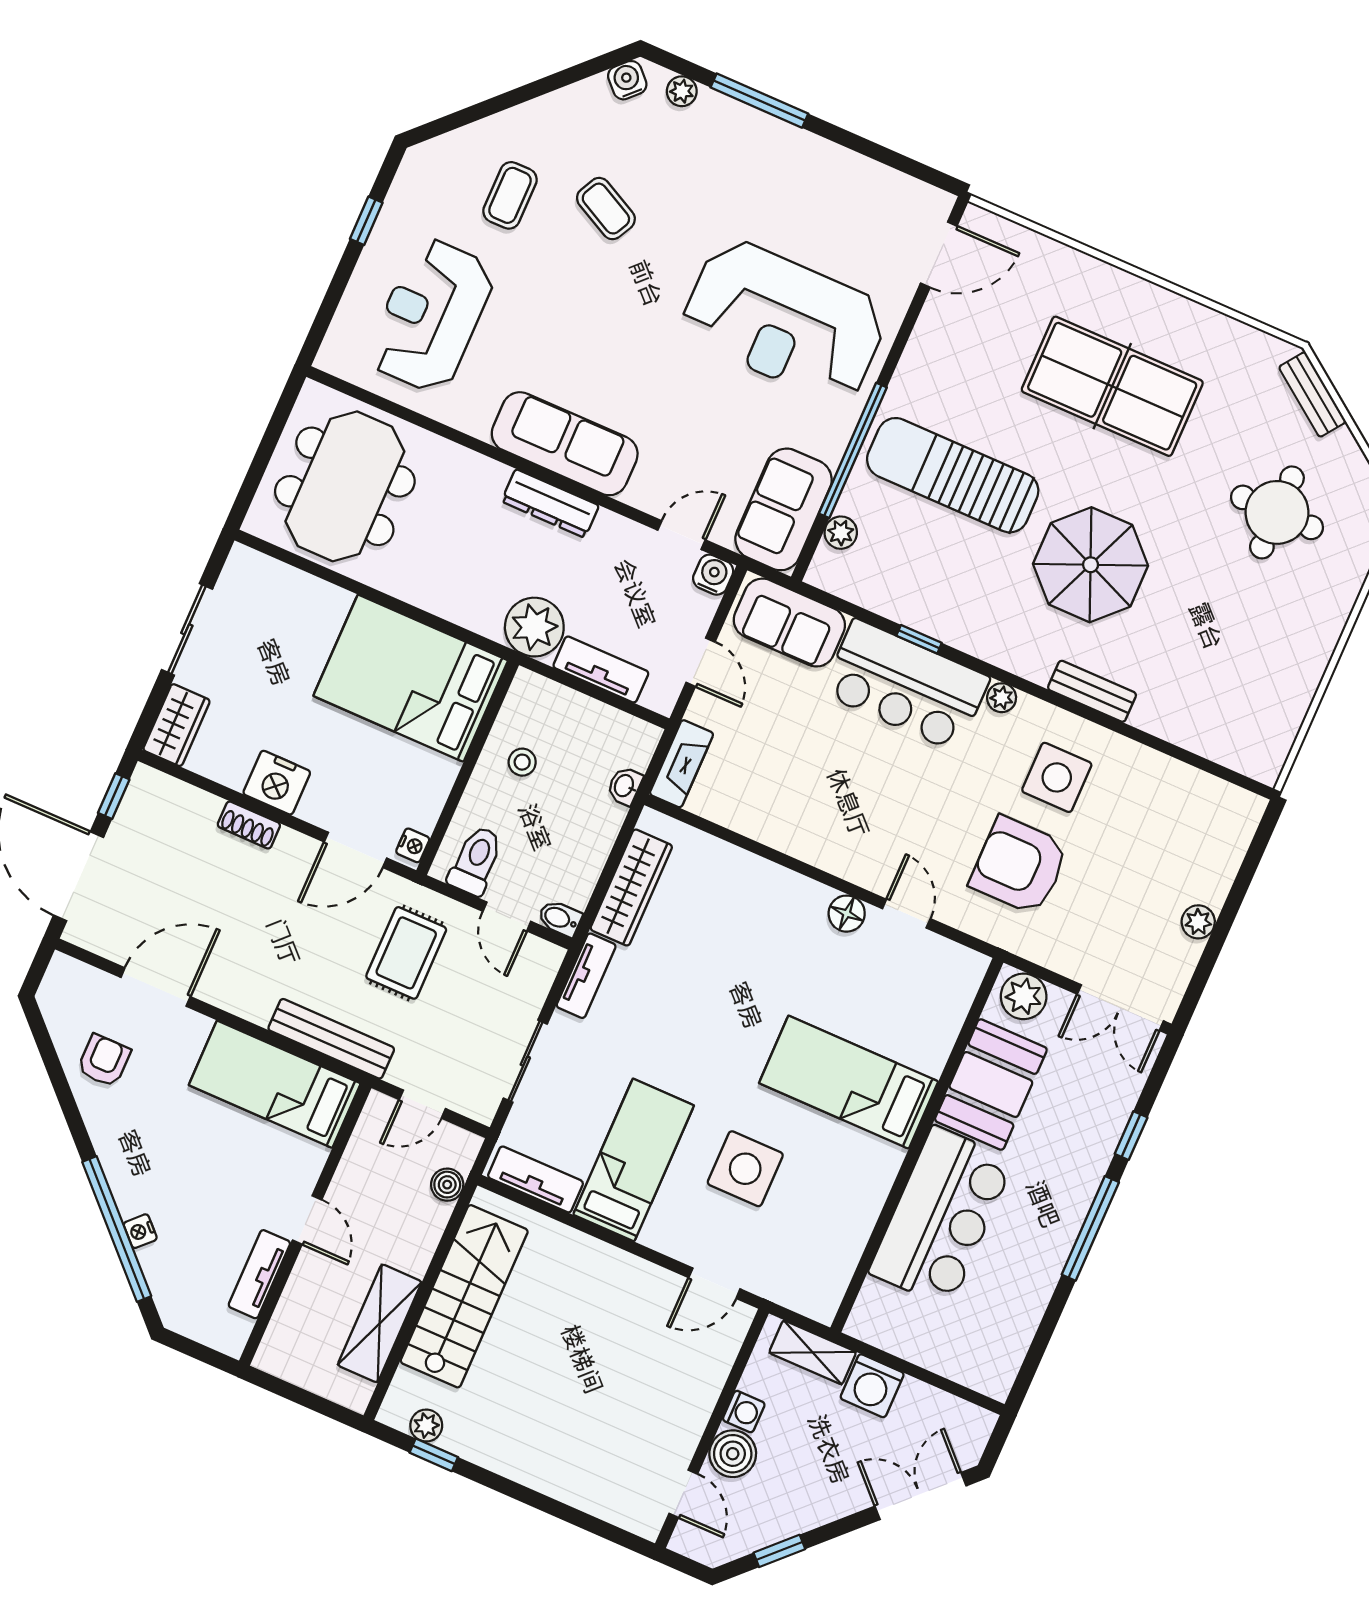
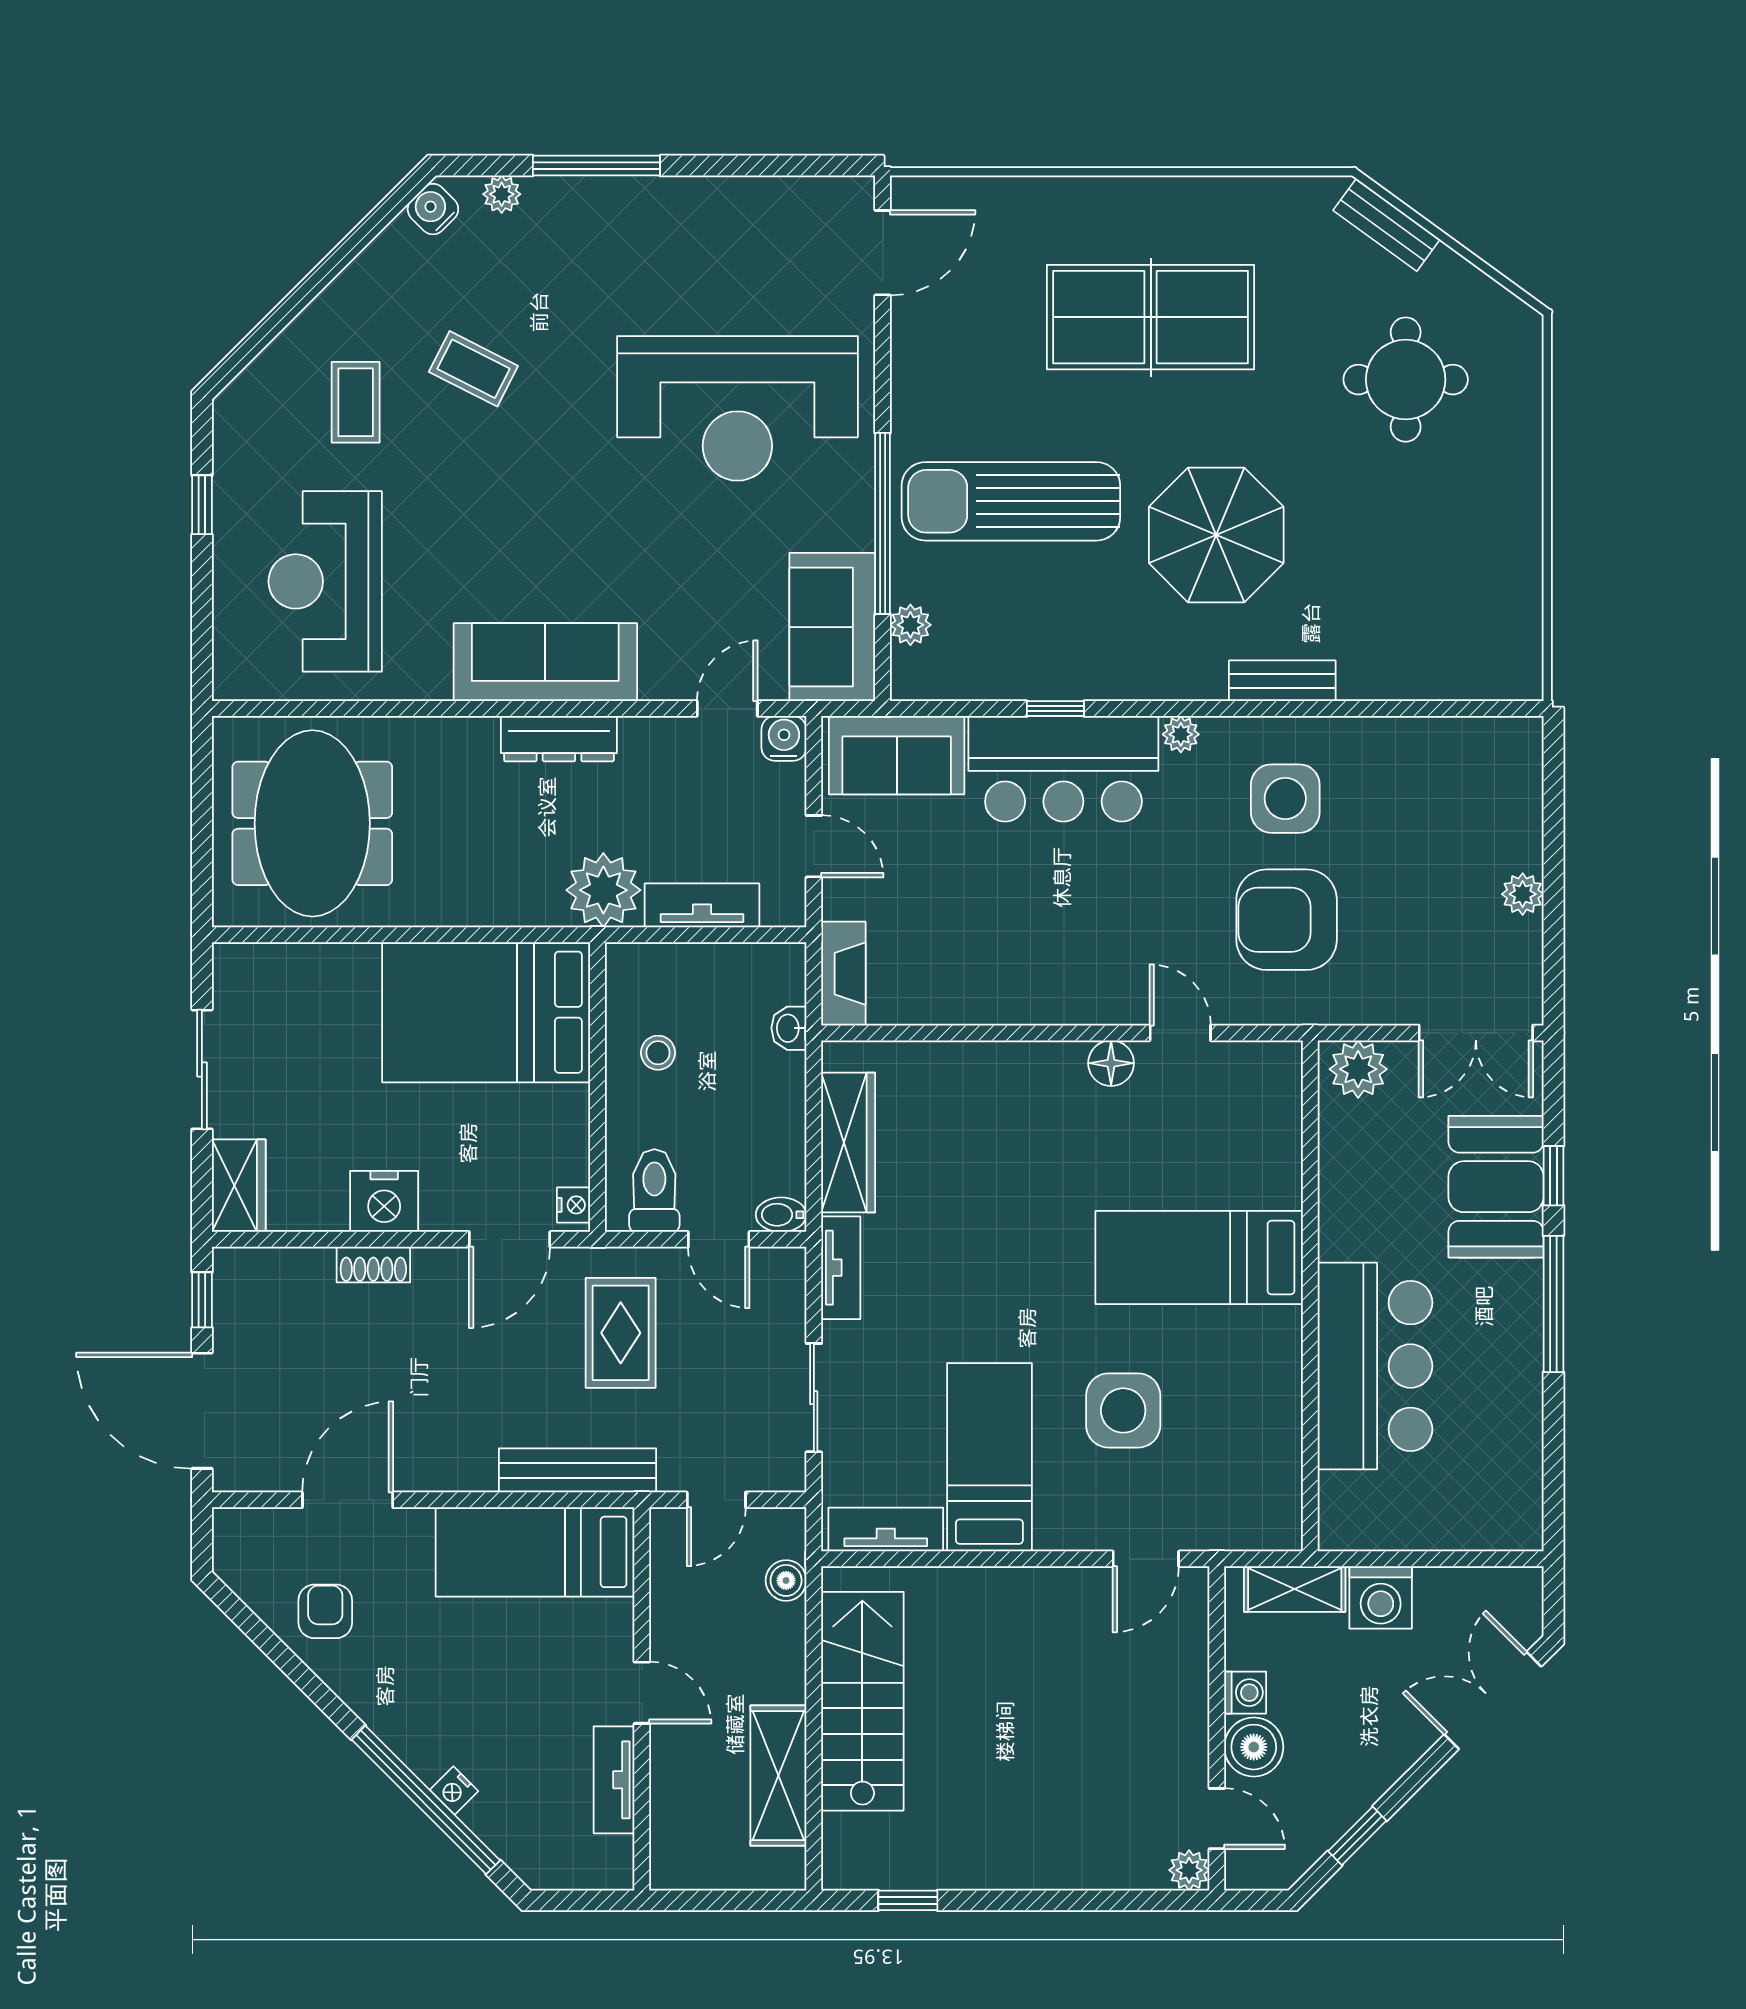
booth: (991, 1085) -> (1496, 1187), moved
plant: (426, 1426) -> (1189, 1870), moved

